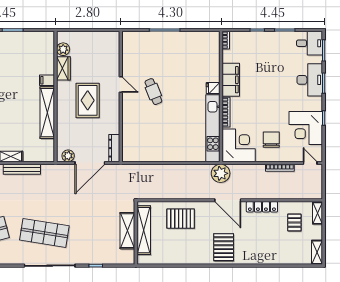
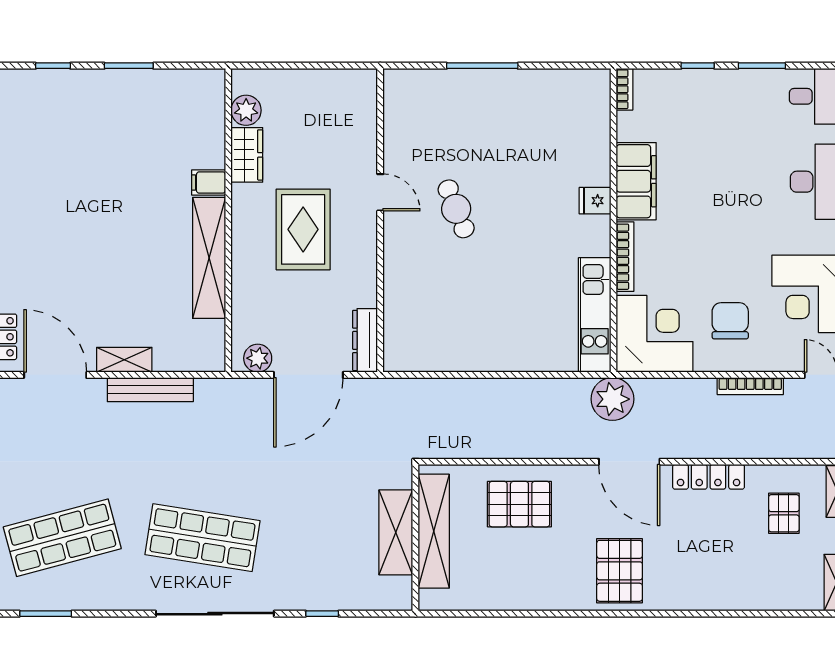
kitchen unit: (213, 128) -> (595, 315), width x0.73

